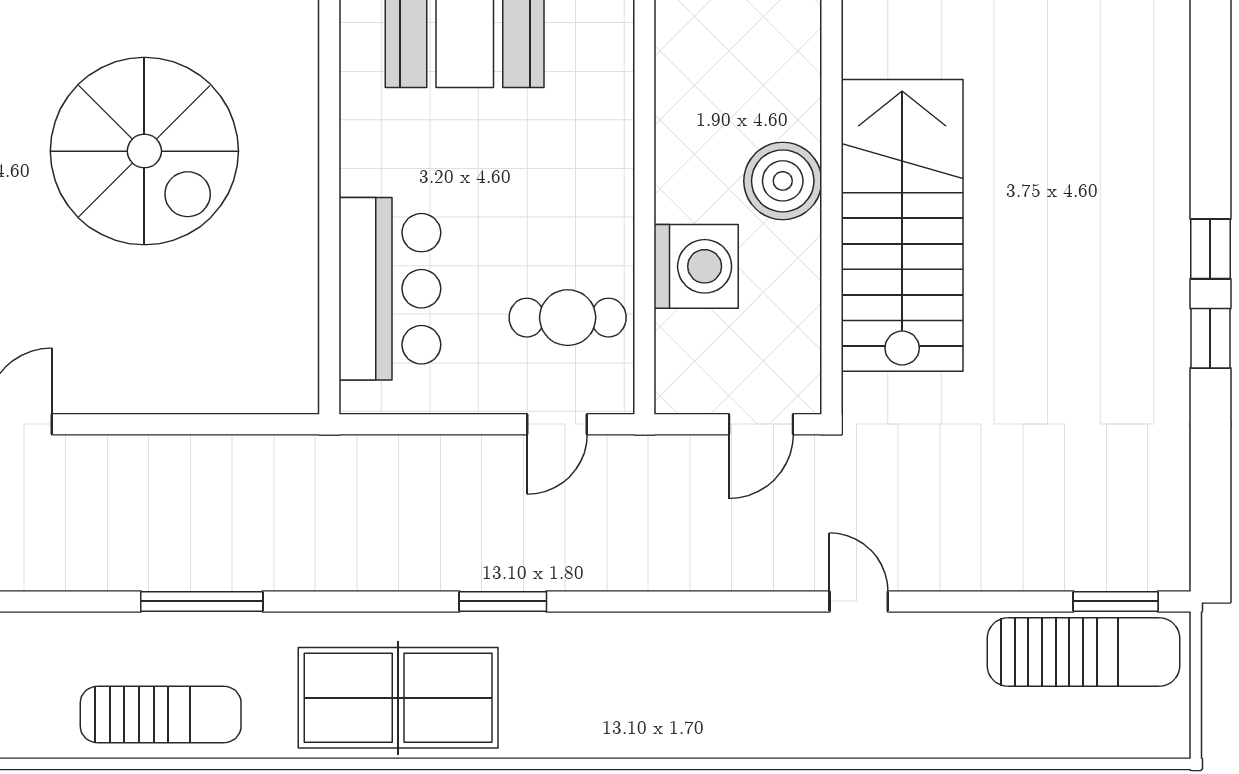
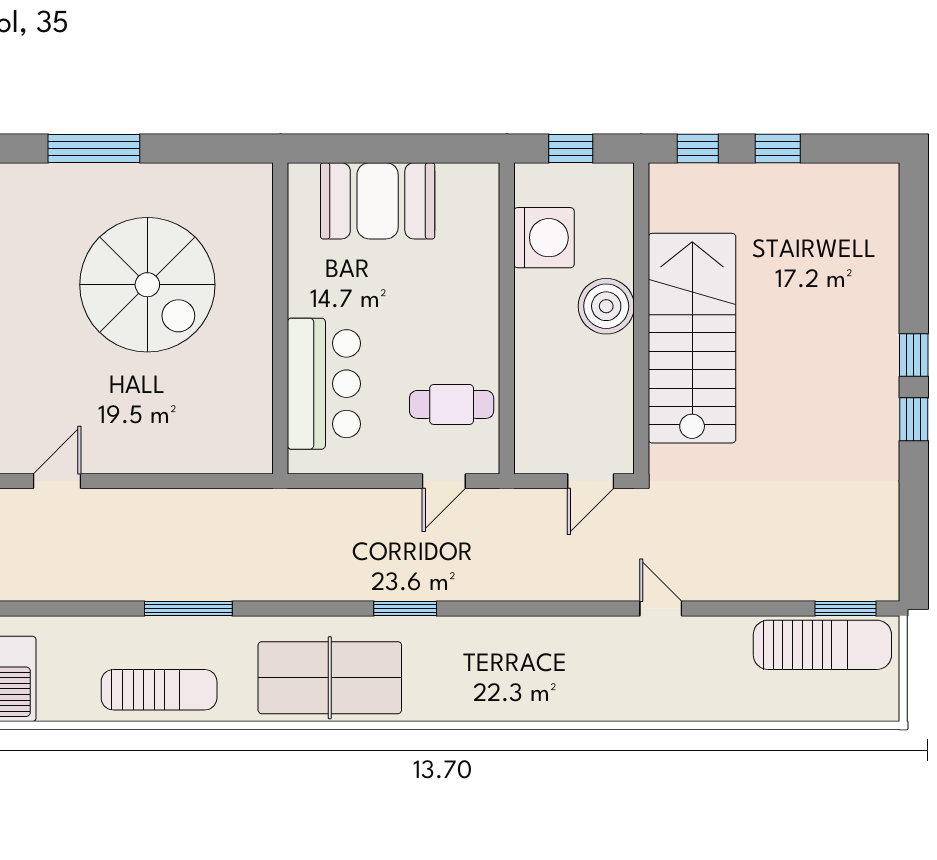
washing machine: (696, 266) -> (544, 238), moved

